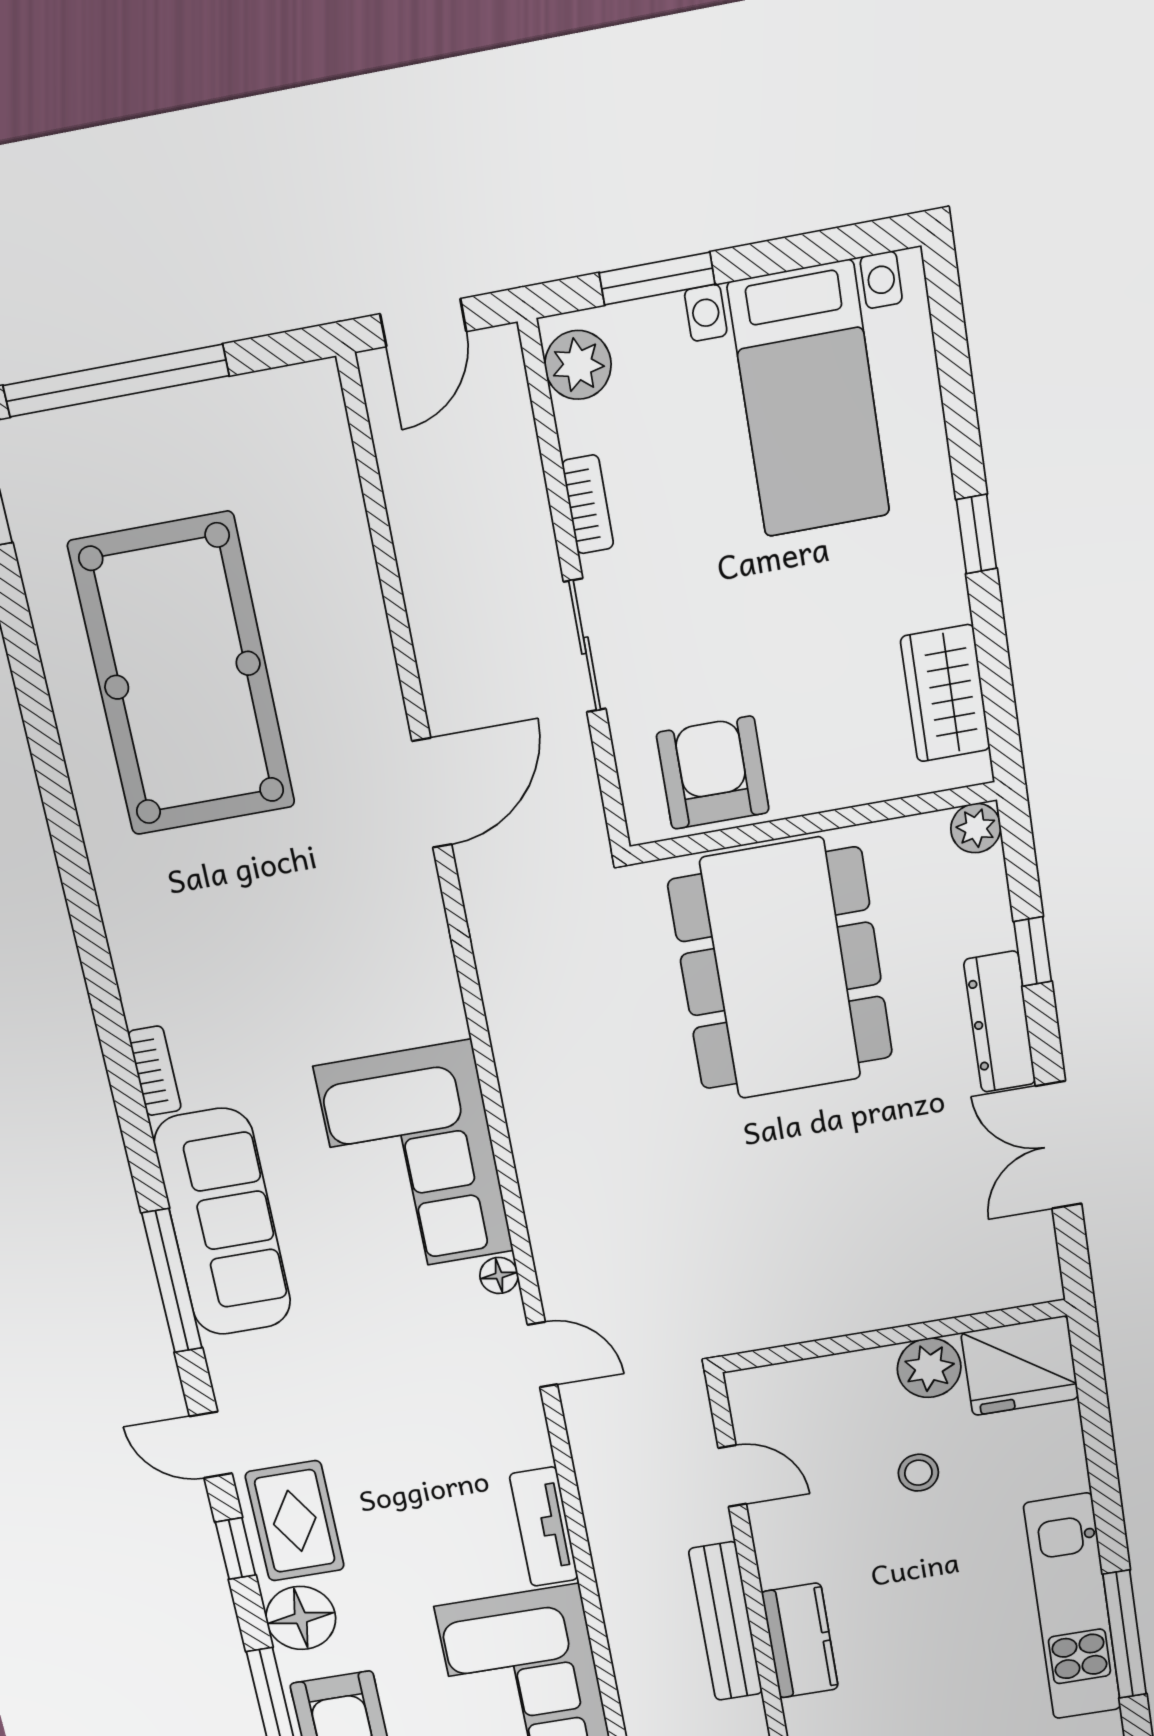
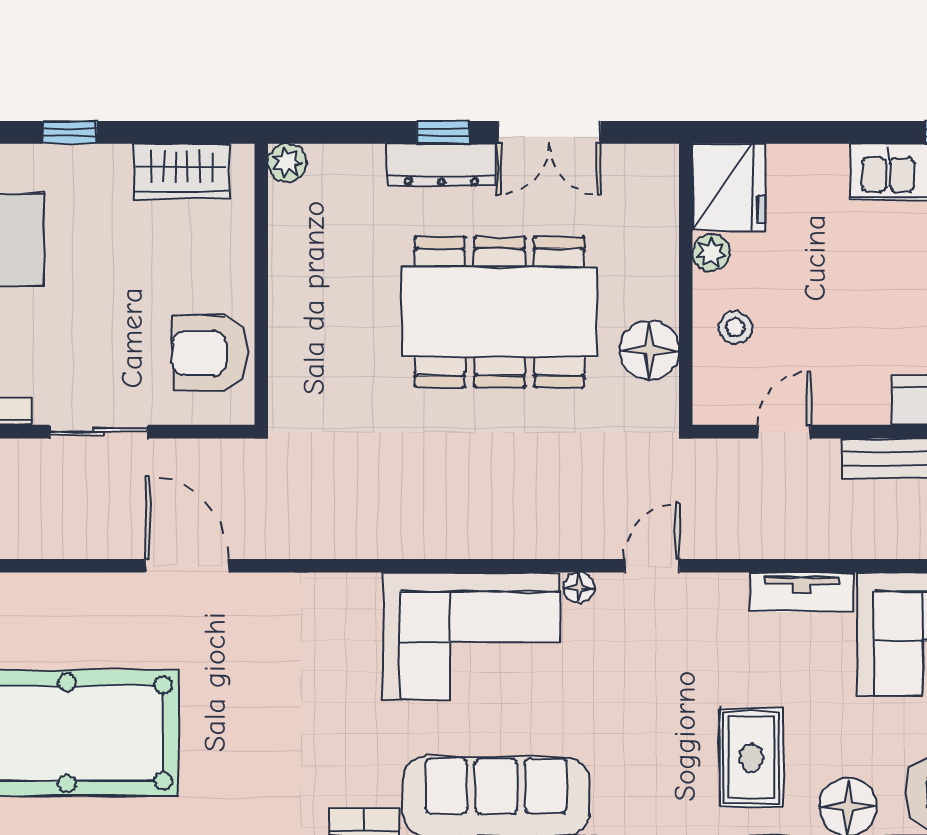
window: (1033, 951) -> (443, 132), moved
dining table: (781, 969) -> (500, 312), moved
floor lamp: (805, 1308) -> (649, 350), added
plant: (929, 1368) -> (711, 252), width x0.73, depth x0.73
stool: (918, 1473) -> (735, 327), moved
rug: (295, 1521) -> (751, 758), moved, turned 90

